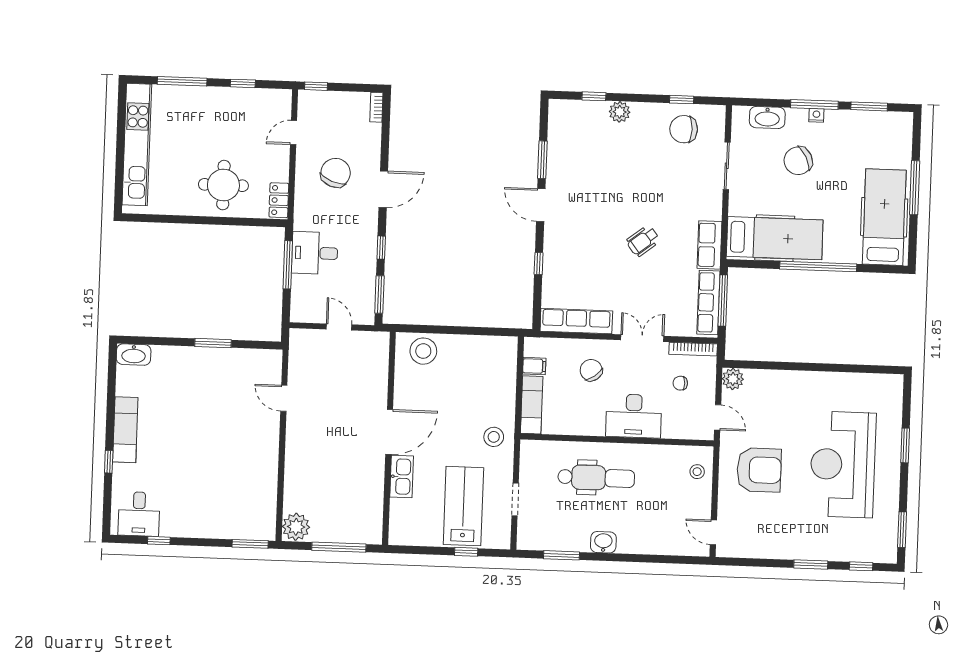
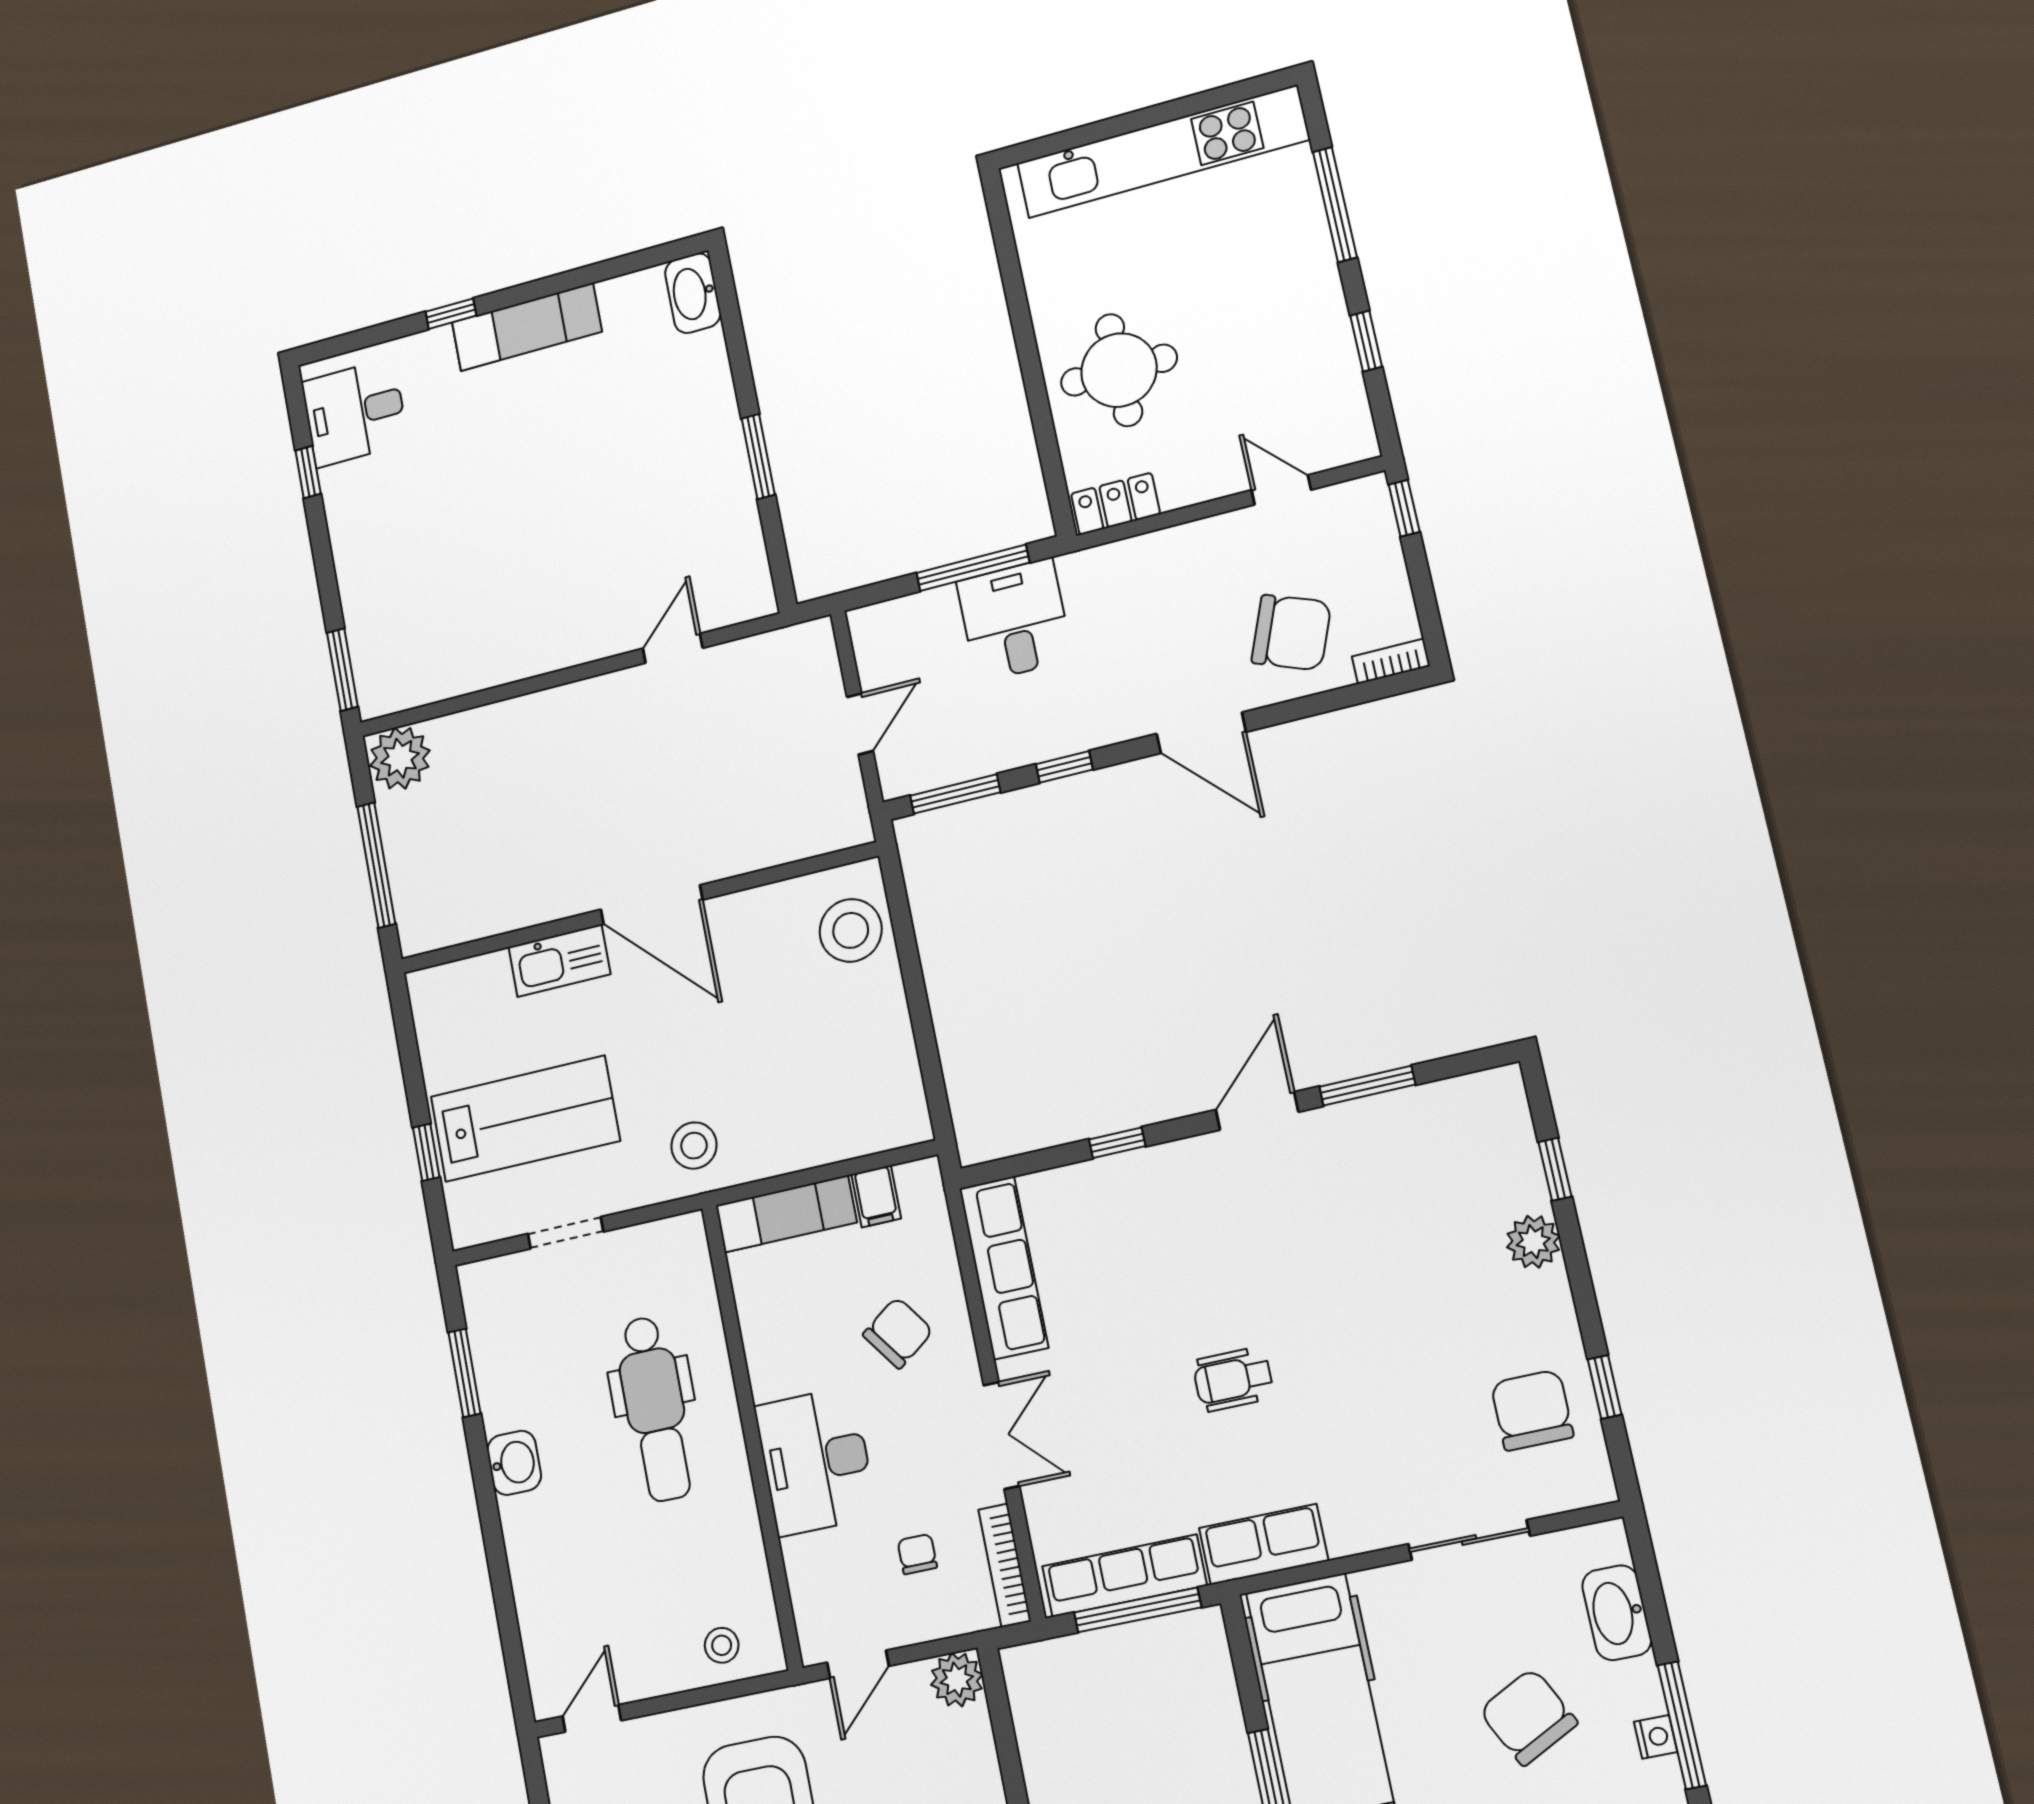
chair: (336, 173) -> (1291, 633), moved
wheelchair: (643, 241) -> (1233, 1379), turned -52

